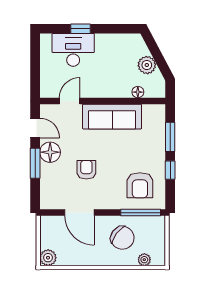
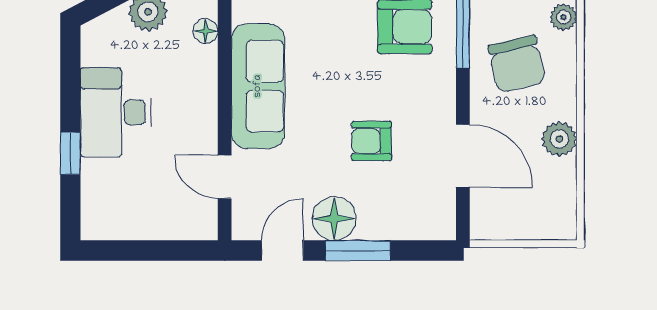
desk: (73, 50) -> (116, 112), moved
door: (79, 213) -> (463, 156), hinge flipped
chair: (122, 238) -> (517, 64), turned 130
plant: (48, 258) -> (559, 139), moved

